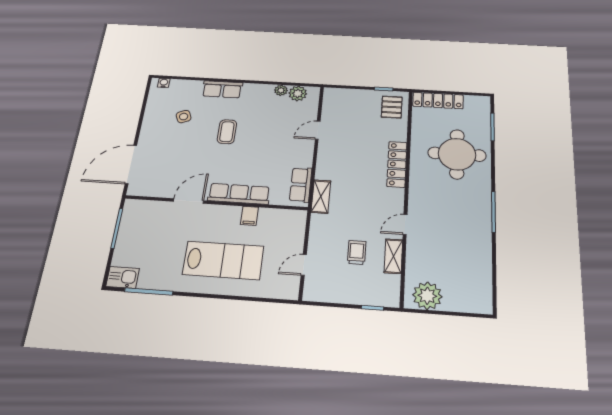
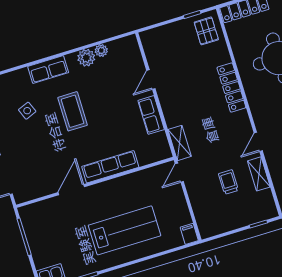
plant: (298, 93) -> (86, 58), moved
coffee table: (227, 132) -> (73, 111), width x1.36, depth x1.30
row of seats: (301, 185) -> (151, 115), moved
filing cabinet: (249, 216) -> (189, 234), moved, turned 180
door: (304, 265) -> (179, 173), moved

